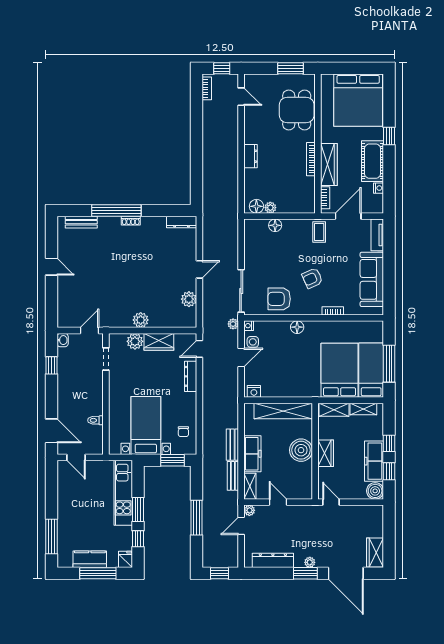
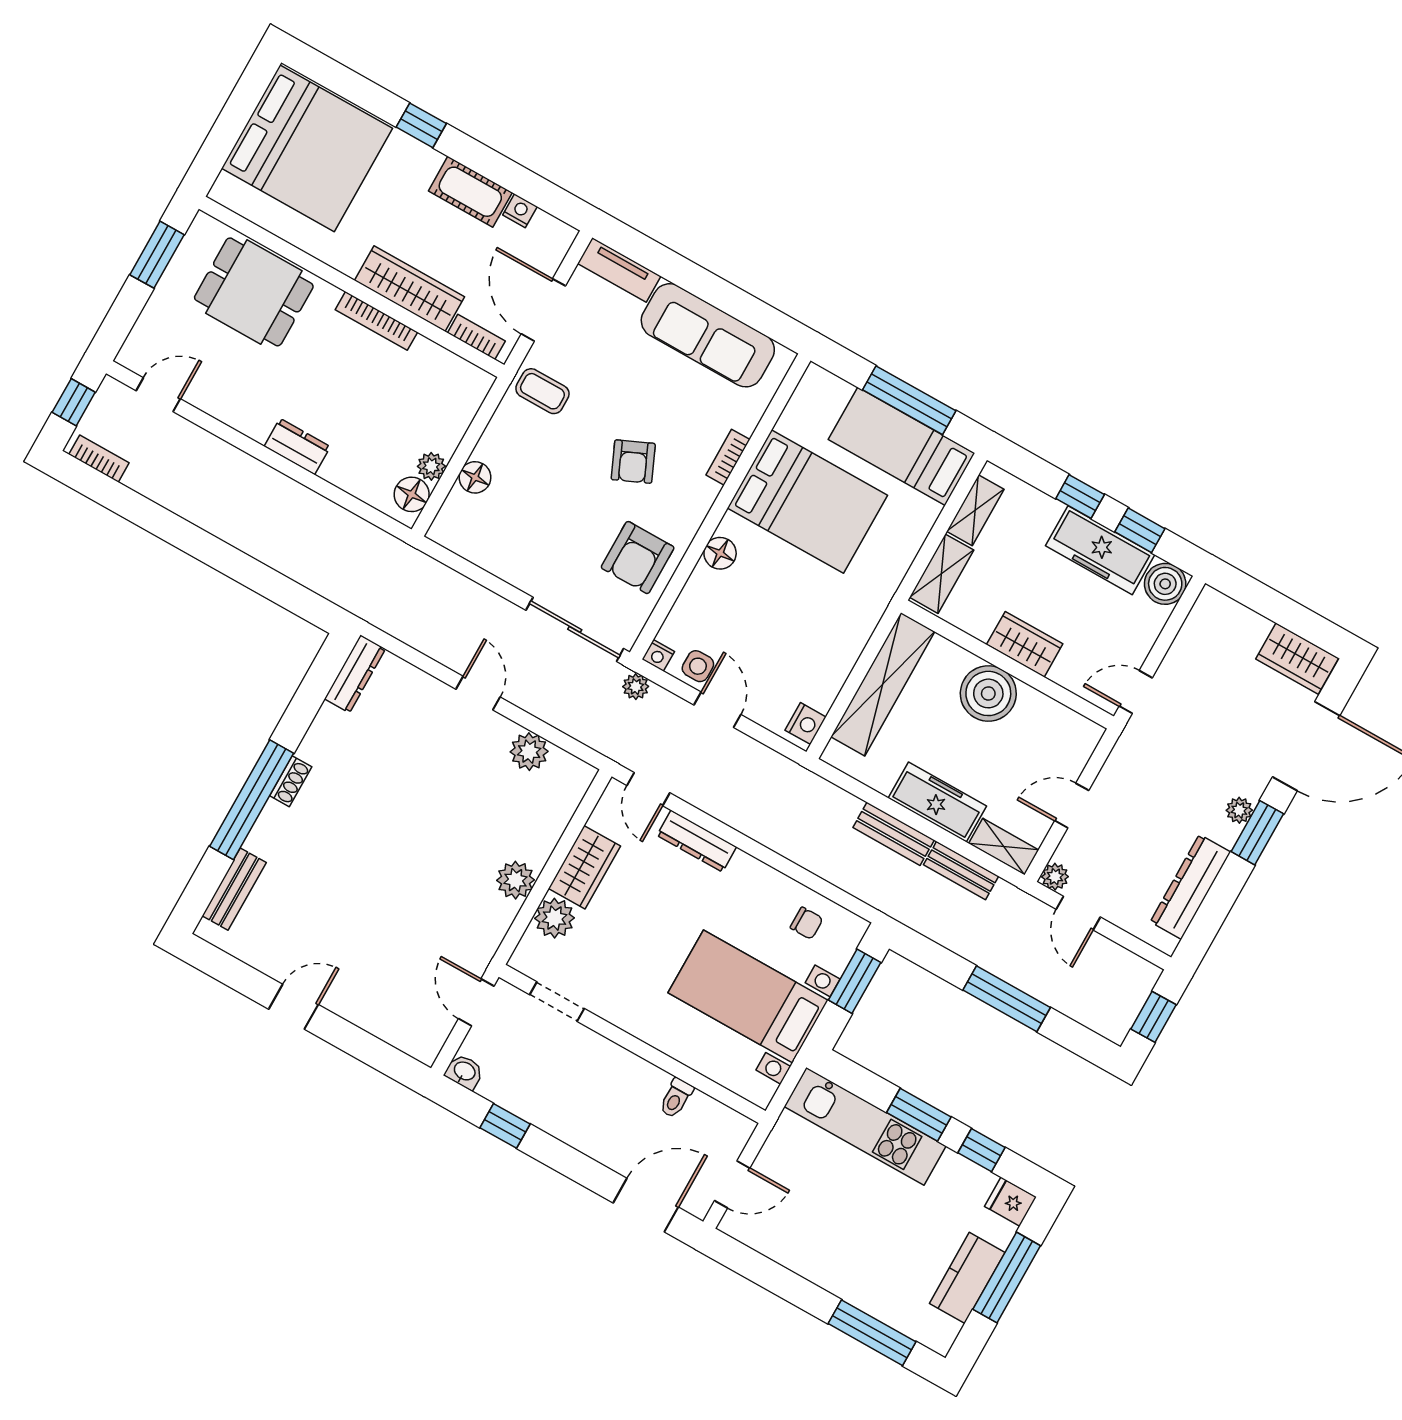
cot: (373, 161) -> (470, 192), width x0.73, depth x0.75
bed: (339, 370) -> (807, 502), moved, turned 180

